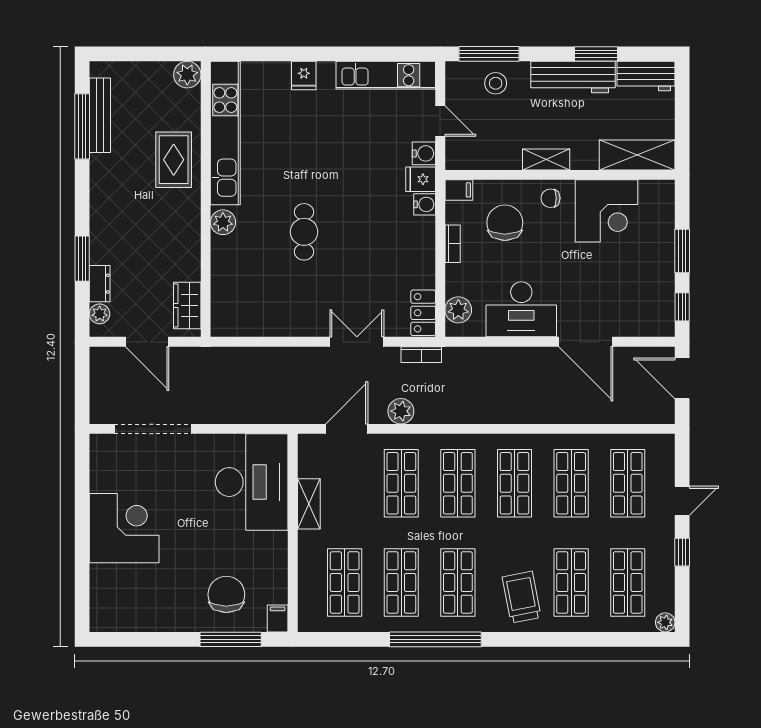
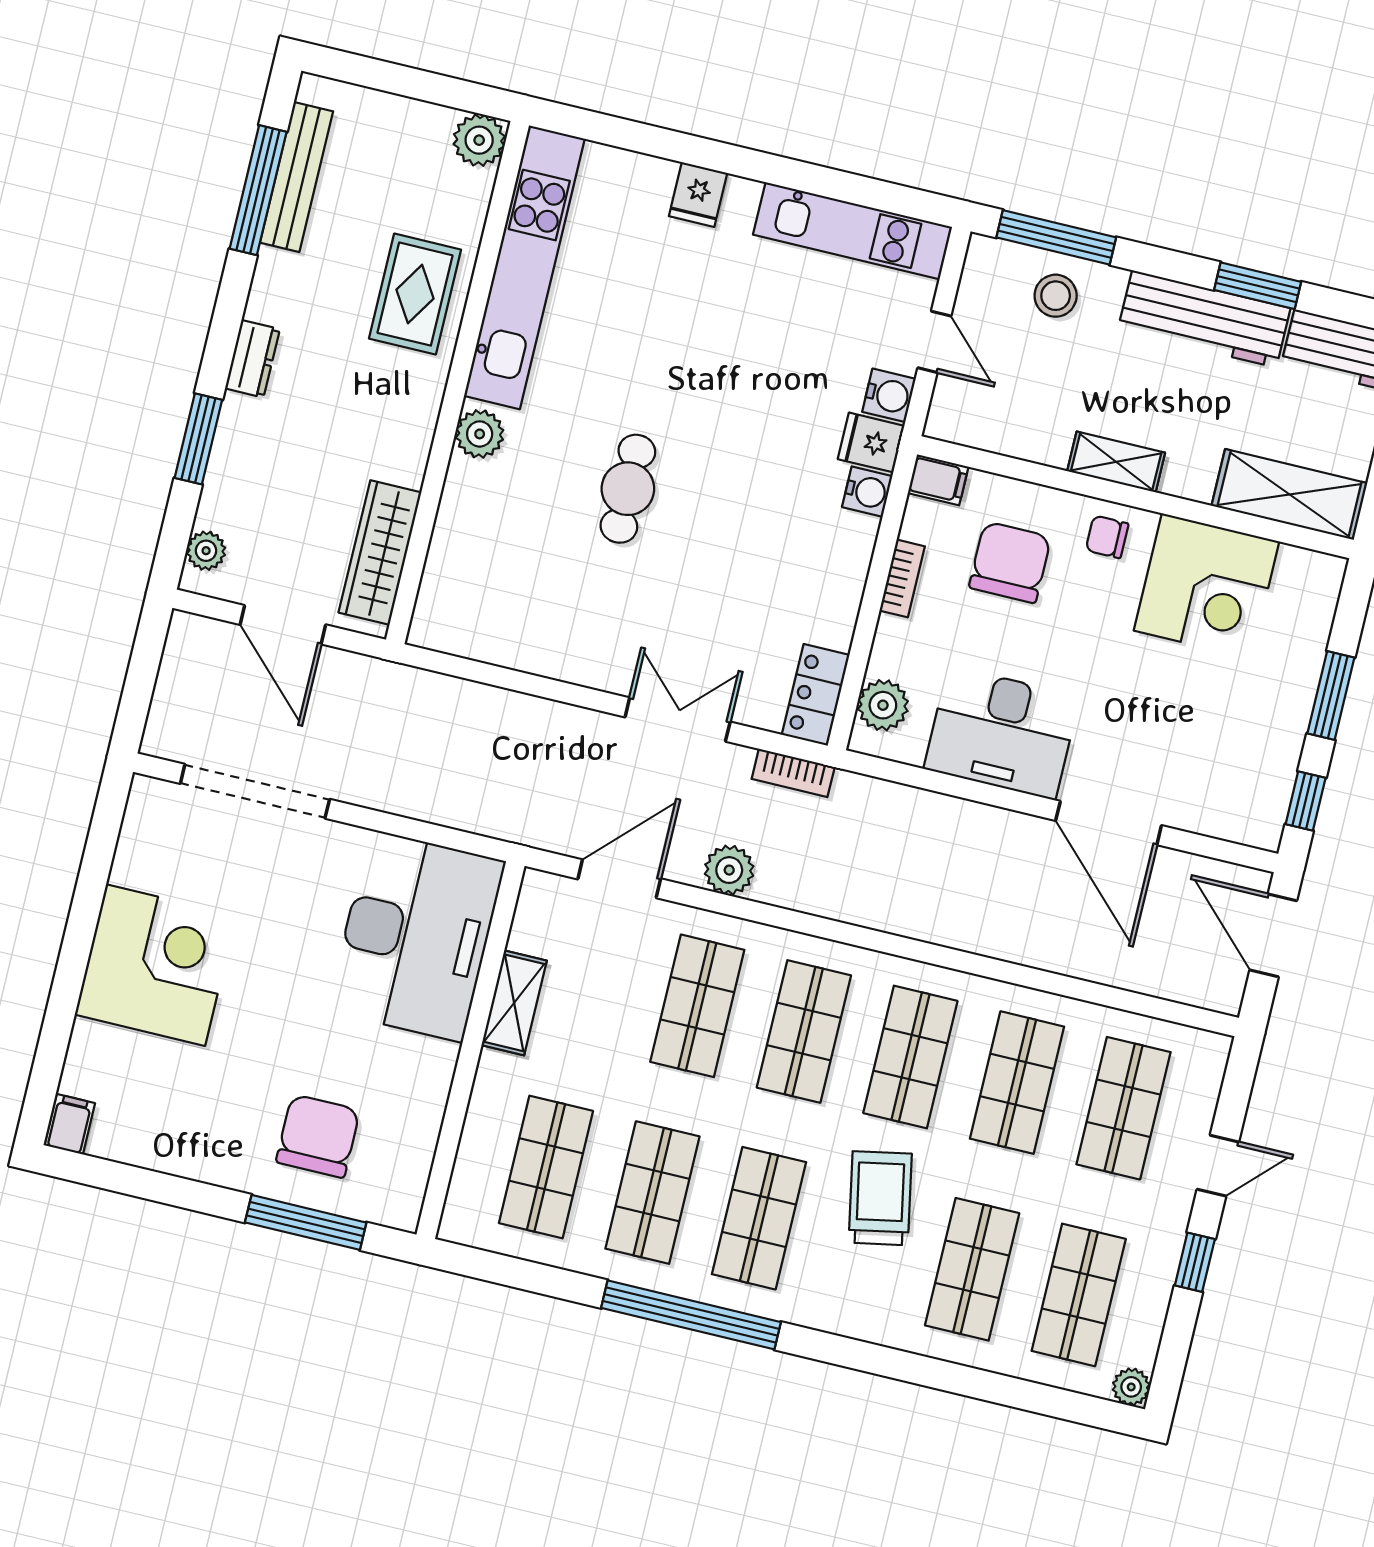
dresser: (100, 284) -> (252, 359), moved
wardrobe: (187, 306) -> (380, 553), width x1.50
trolley: (522, 597) -> (880, 1198), moved
filing cabinet: (278, 618) -> (70, 1124), moved

